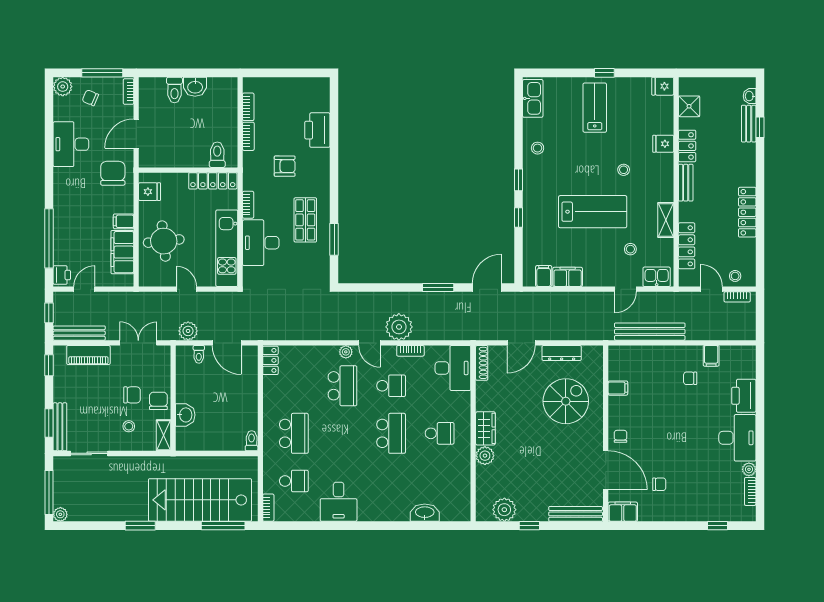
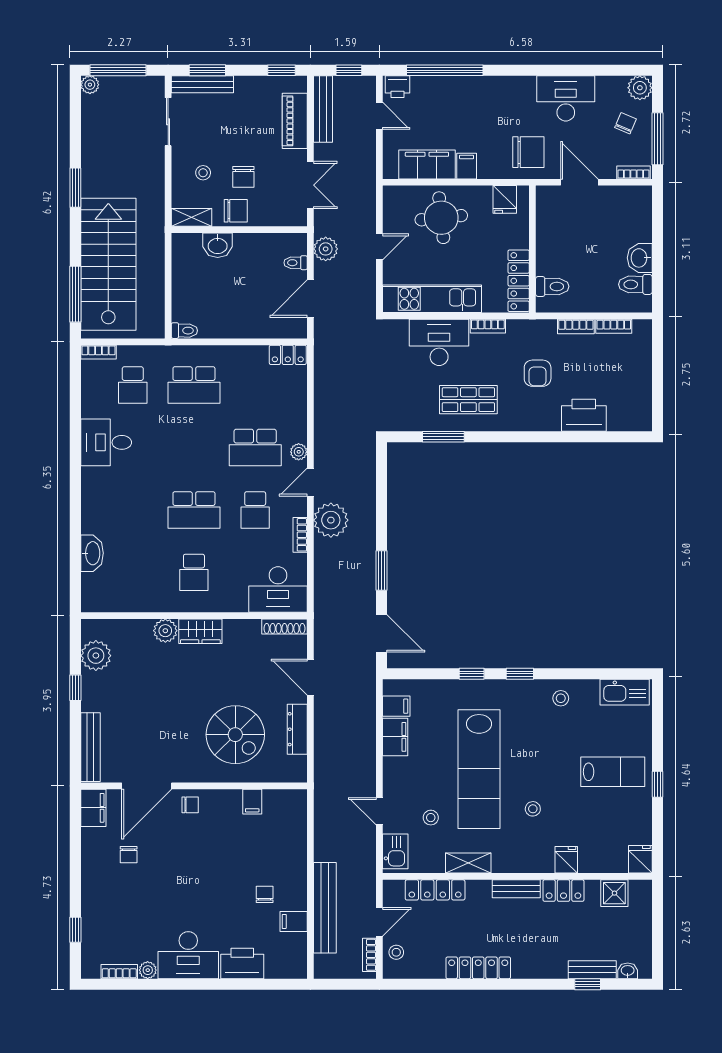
toilet: (174, 90) -> (635, 284), moved
lab bench: (593, 212) -> (479, 769), width x1.36
bench: (650, 332) -> (325, 908), moved

